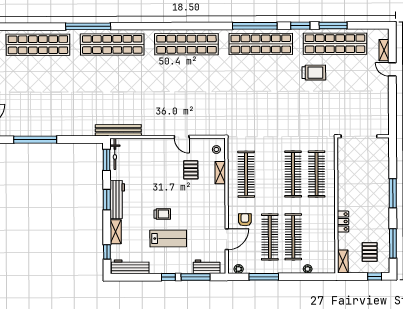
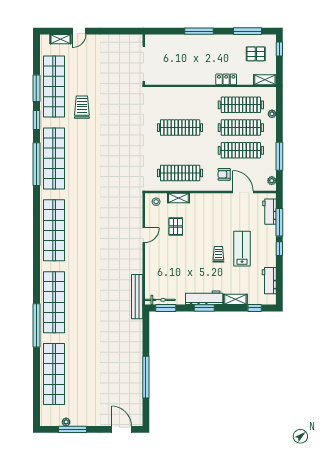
pallet: (191, 170) -> (176, 226), turned 90
clothes rail: (317, 174) -> (241, 105), moved
workbench: (130, 267) -> (269, 281), width x0.73

